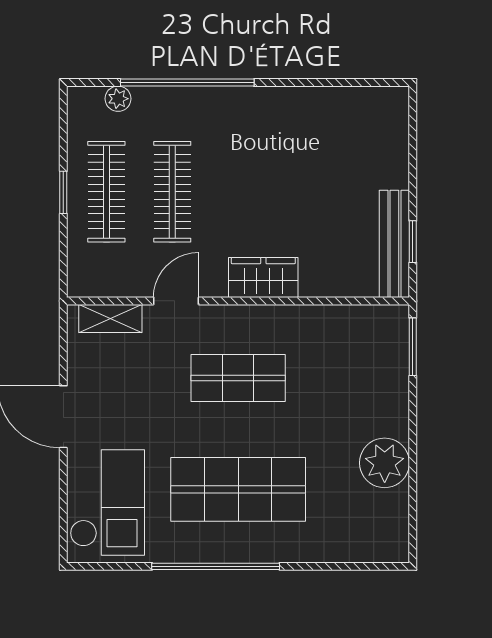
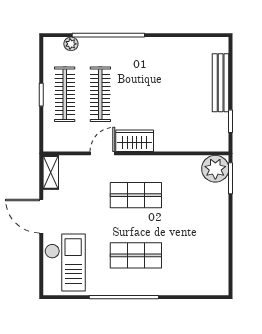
bench: (394, 244) -> (221, 83), moved
wardrobe: (263, 278) -> (135, 141), moved
shelving: (110, 318) -> (51, 172), moved, turned 90
plant: (385, 463) -> (215, 169), moved
shop shelf: (238, 489) -> (136, 255), width x0.70, depth x0.74

